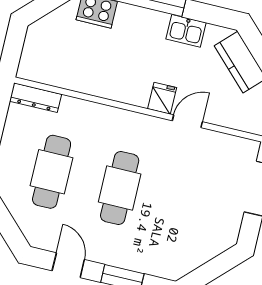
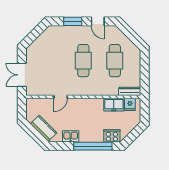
freezer: (76, 77) -> (114, 105), added
fridge: (162, 98) -> (130, 104), moved

